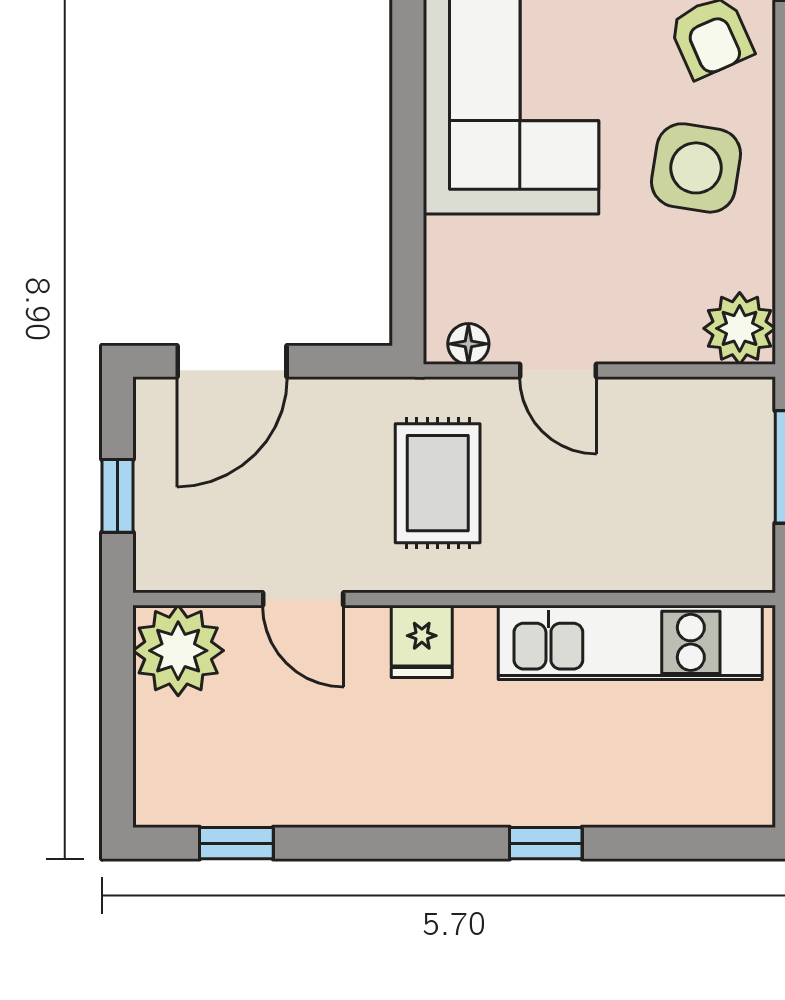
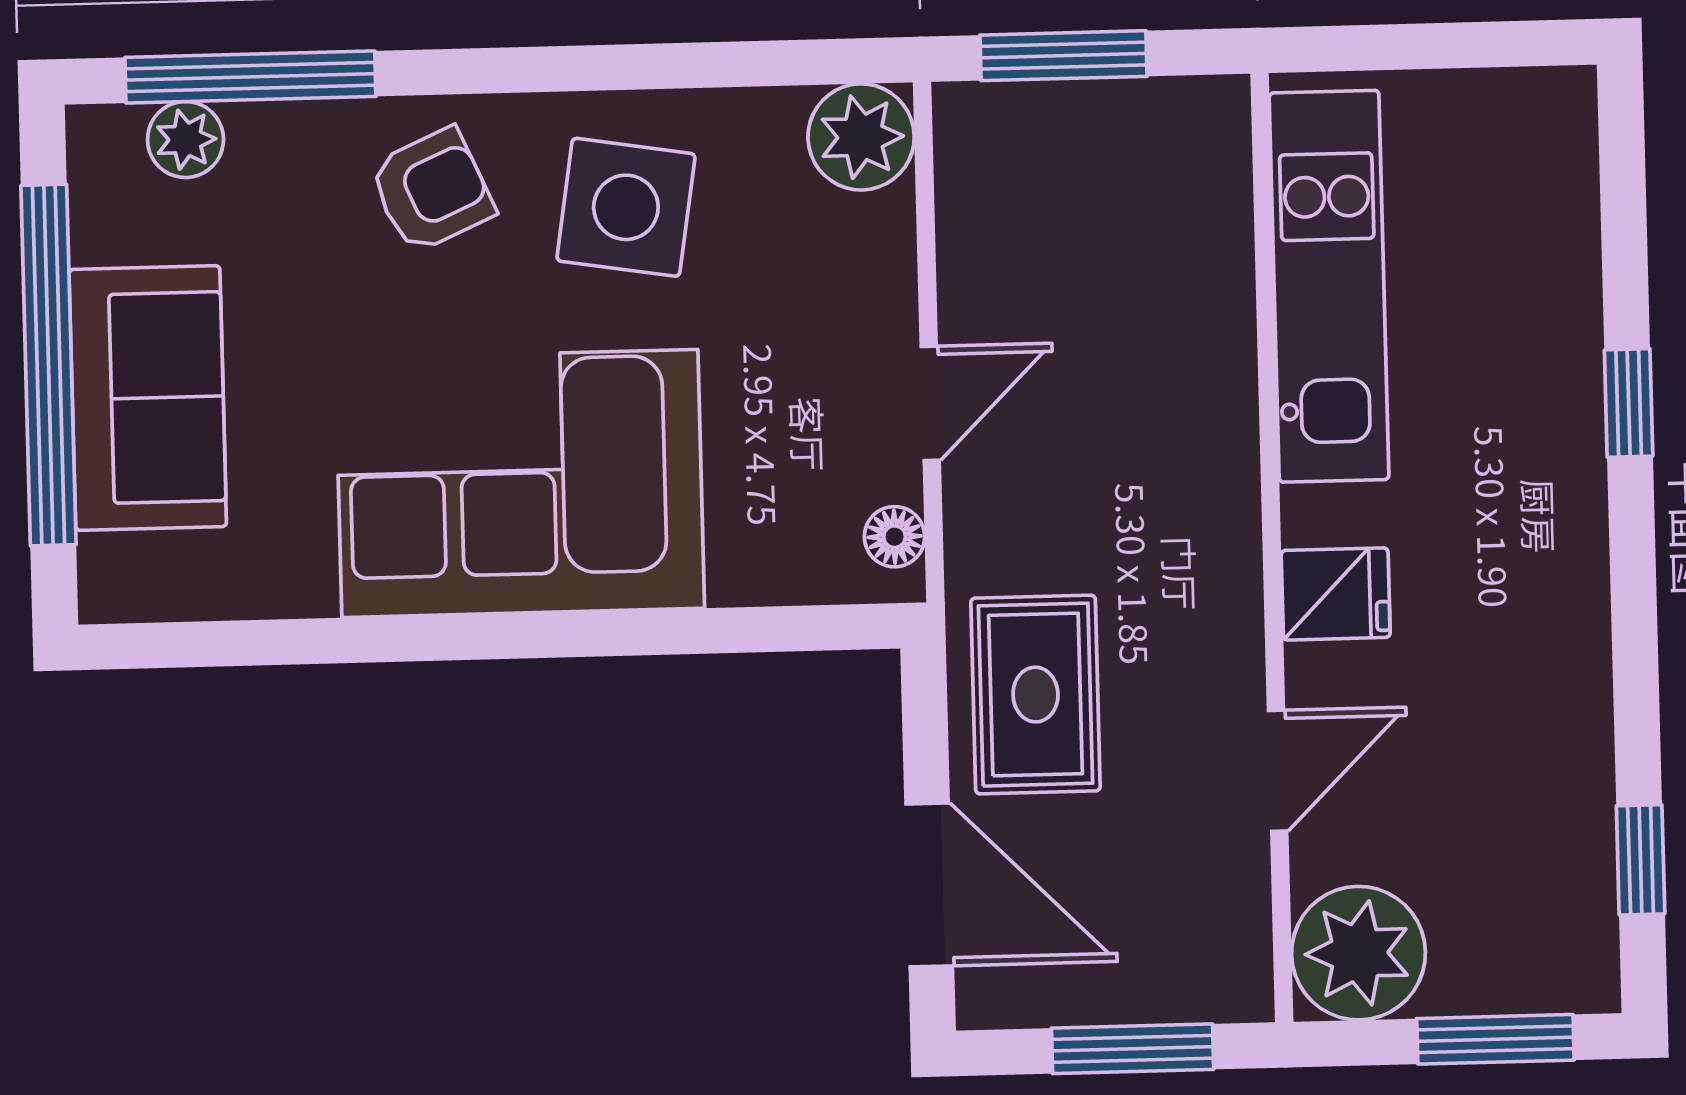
rug: (438, 483) -> (1036, 695), moved, turned 90
window: (118, 496) -> (1133, 1049), width x1.50
window: (118, 742) -> (1495, 1039), added

